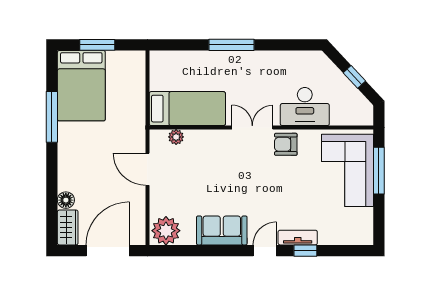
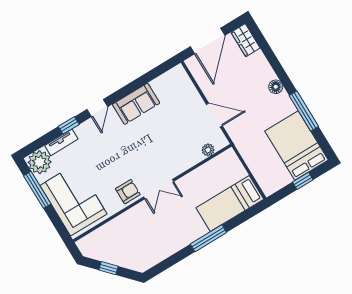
window: (97, 45) -> (303, 181), width x0.67
desk: (305, 107) -> (131, 226), removed
bed: (187, 109) -> (230, 204), moved
window: (379, 171) -> (37, 190), moved
floor lamp: (66, 200) -> (276, 87), moved
plant: (166, 231) -> (40, 162), moved
tv unit: (298, 238) -> (61, 142), moved

